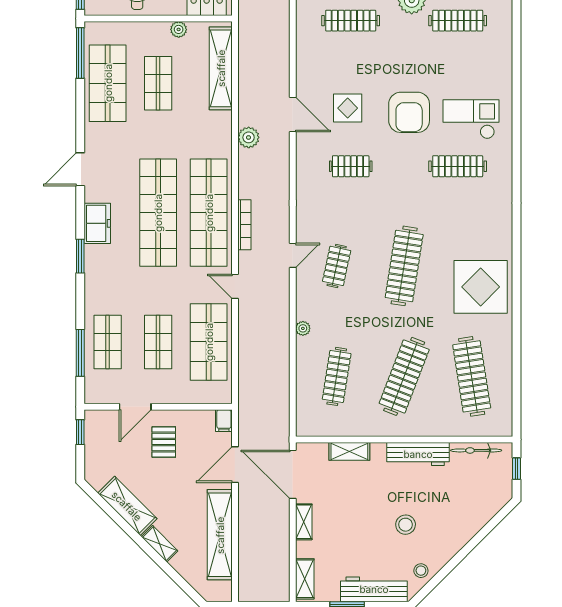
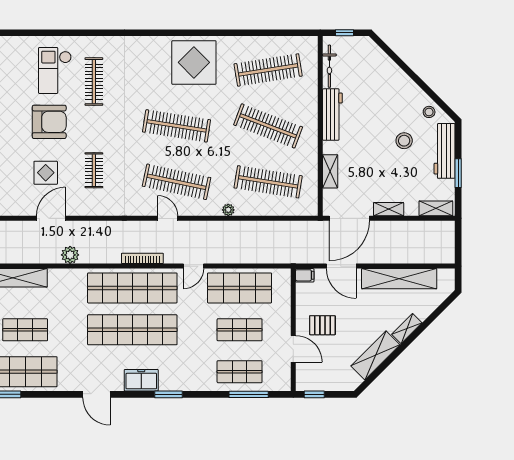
clothes rail: (337, 266) -> (177, 182), width x1.86, depth x1.31
clothes rail: (337, 376) -> (268, 182), width x1.37, depth x1.31
stool: (406, 525) -> (404, 141), moved

